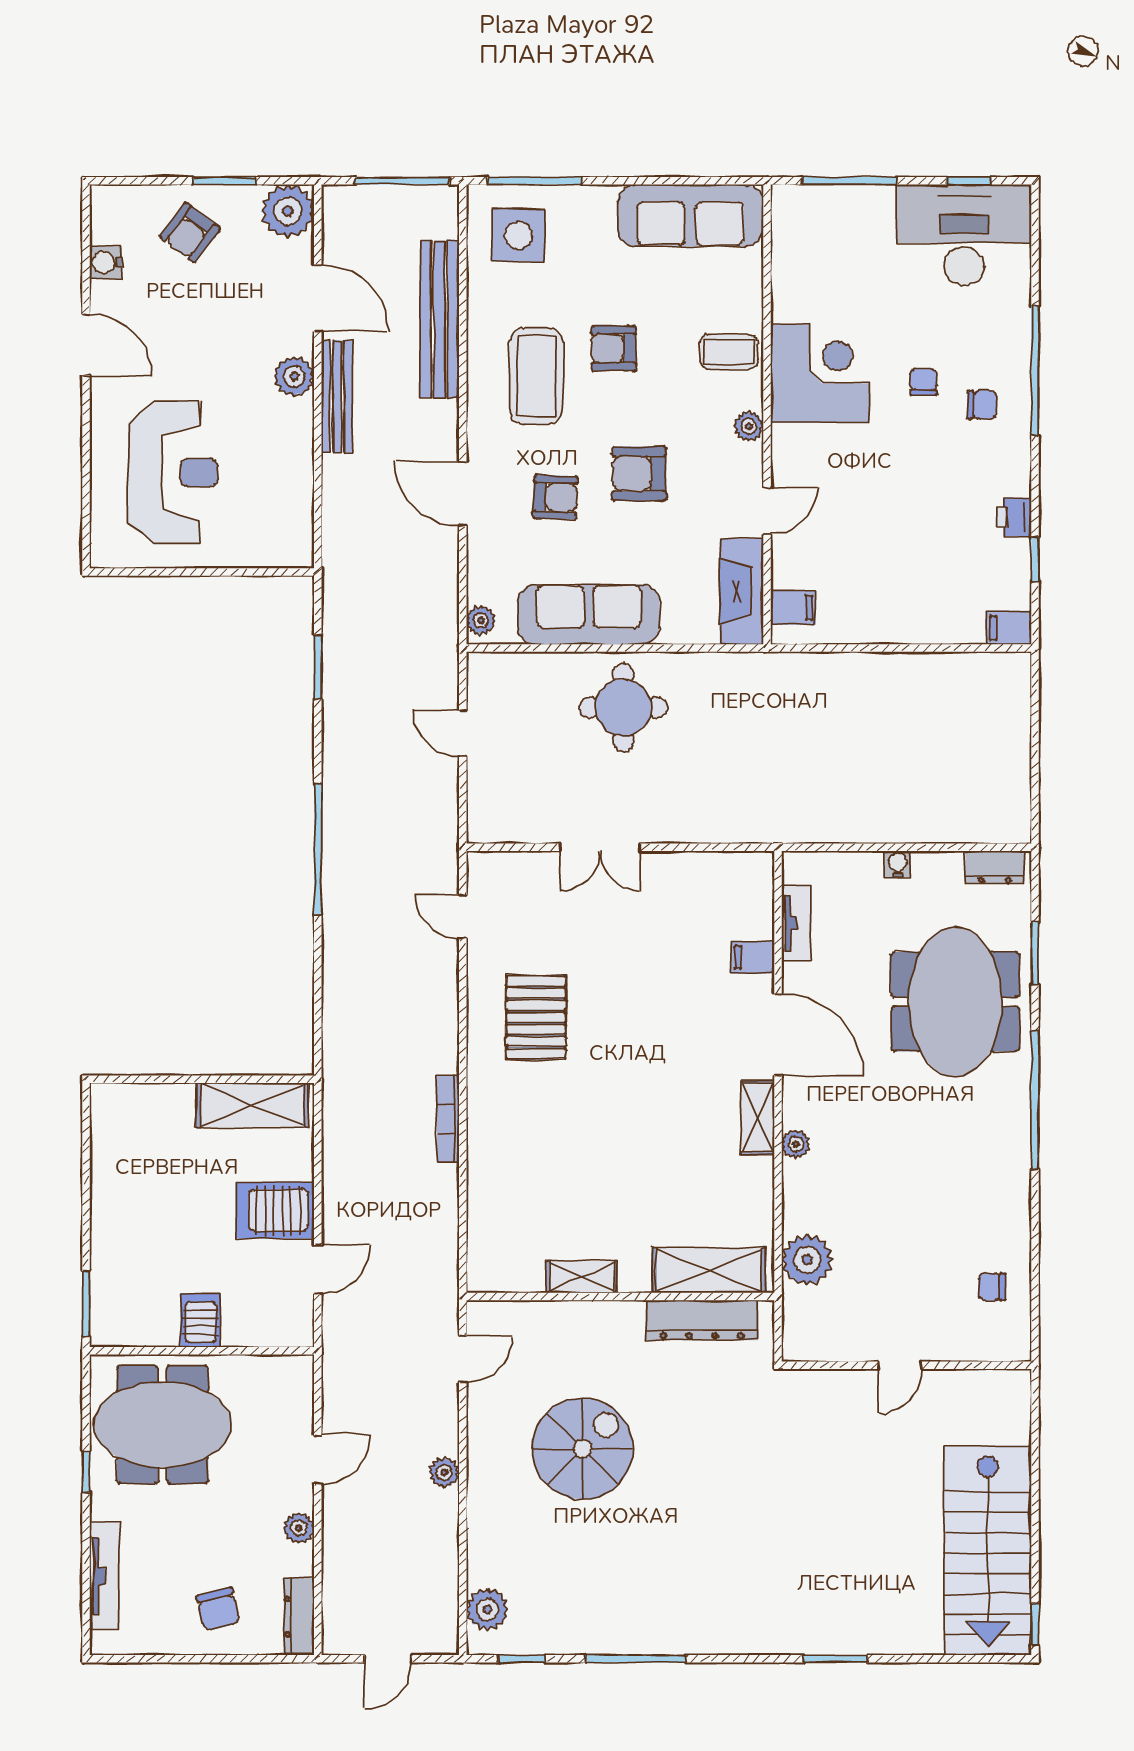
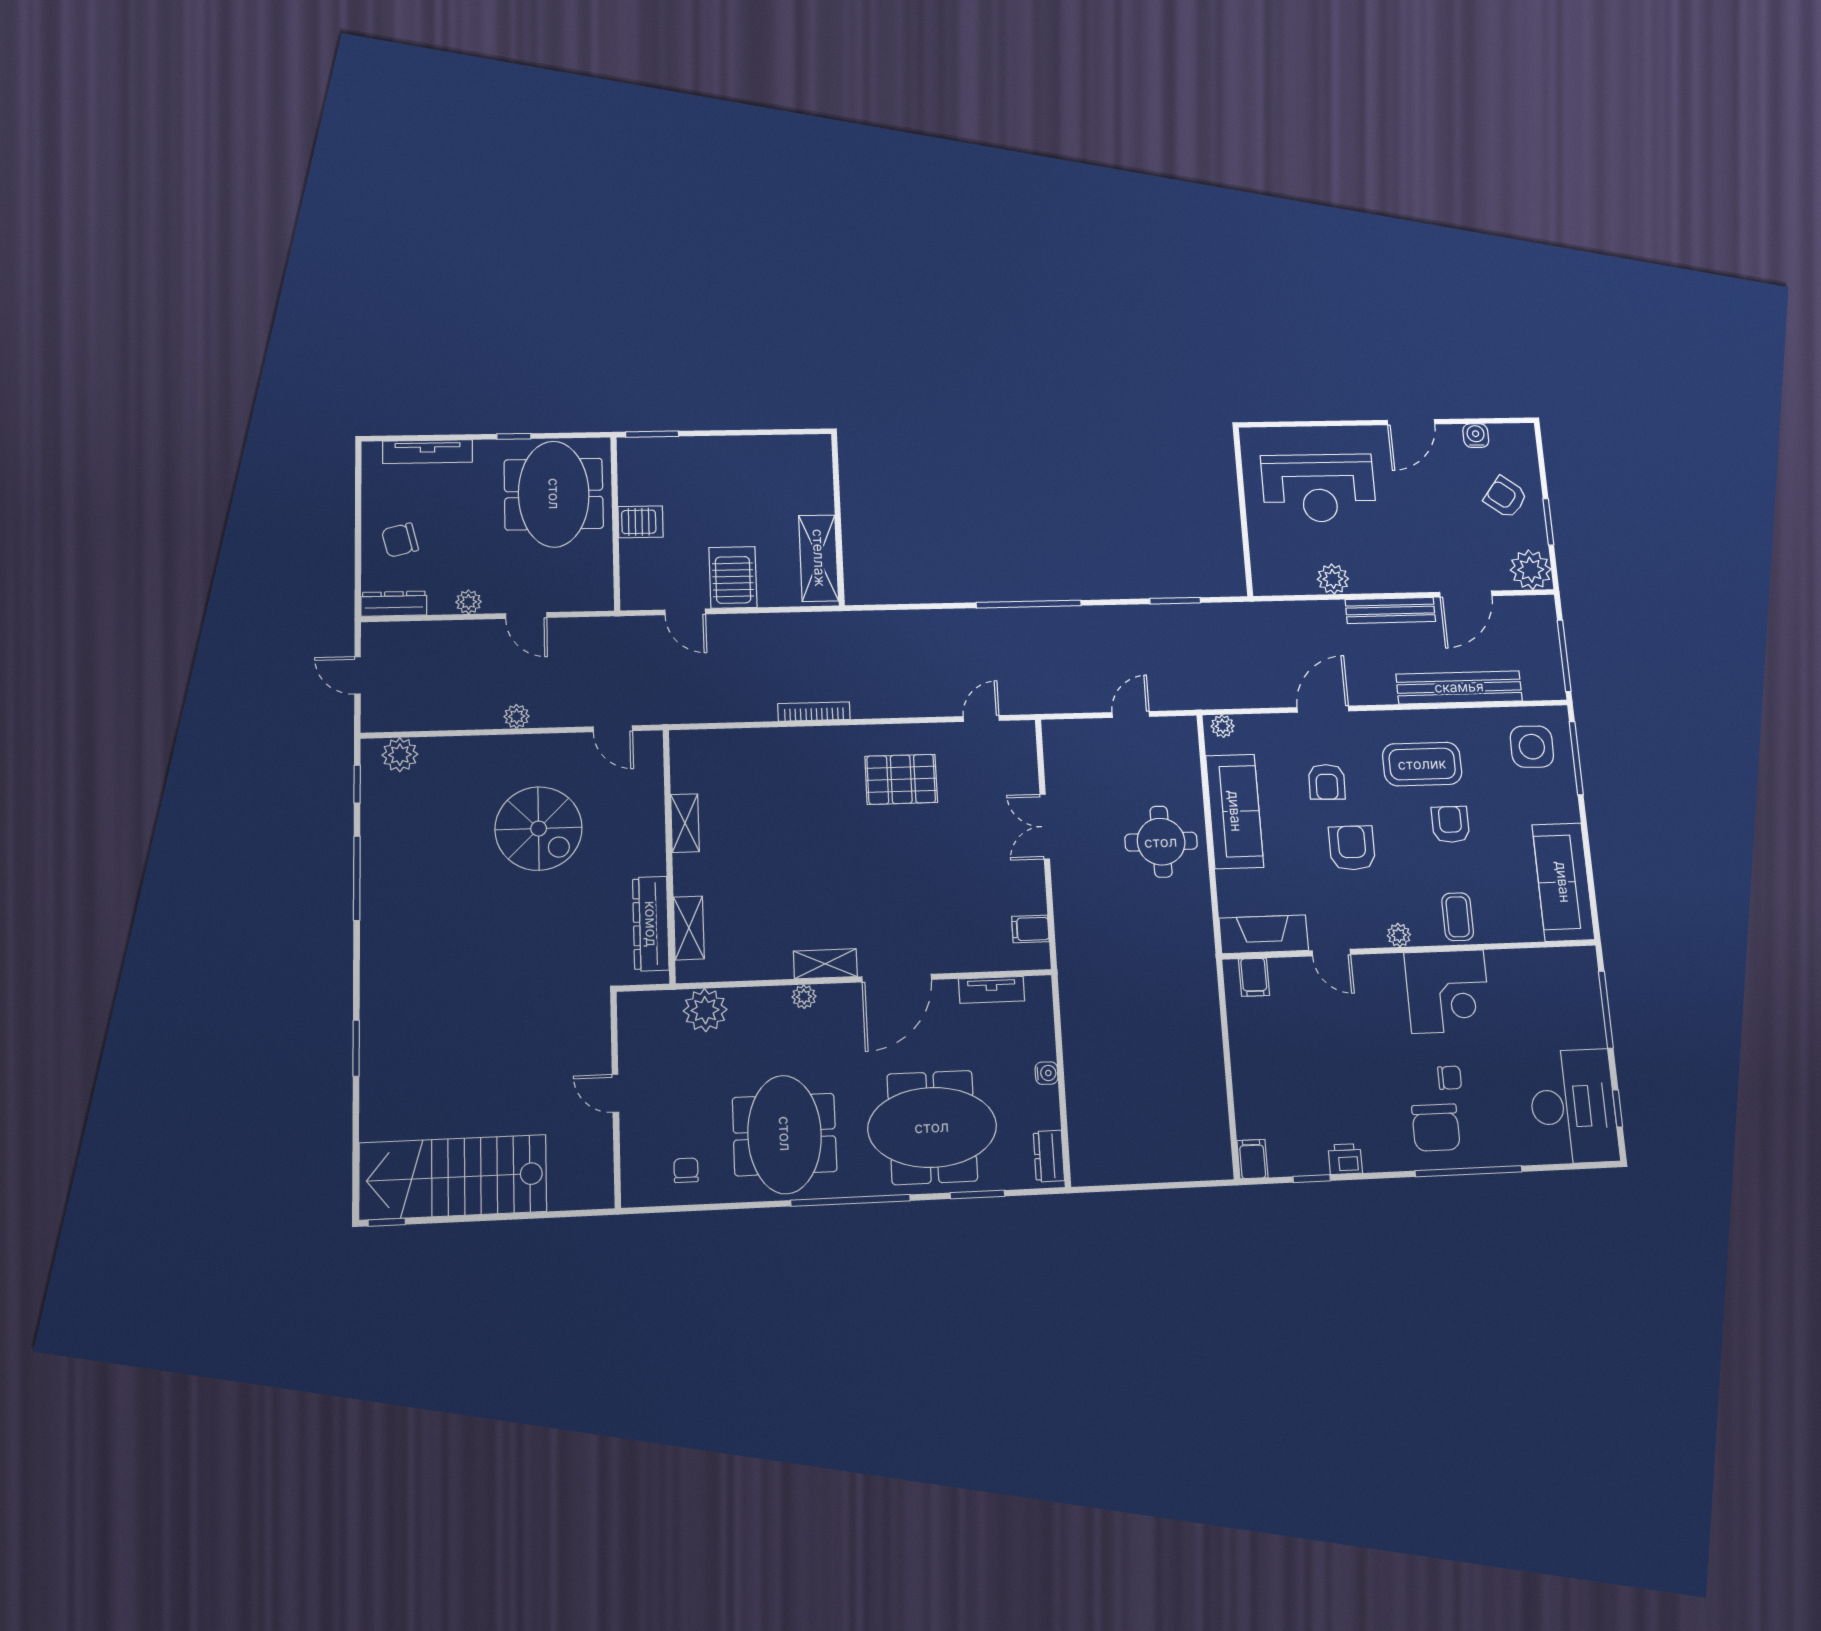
plant: (294, 377) -> (1333, 579), moved
chair: (982, 405) -> (1436, 1128), width x1.87, depth x1.87
filing cabinet: (753, 957) -> (1030, 929), moved, turned -90
meeting table: (956, 1173) -> (785, 1134), added
shelving: (709, 1270) -> (689, 928), width x0.67, depth x0.75

